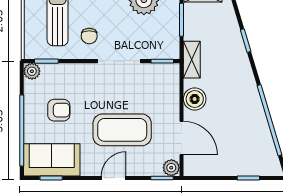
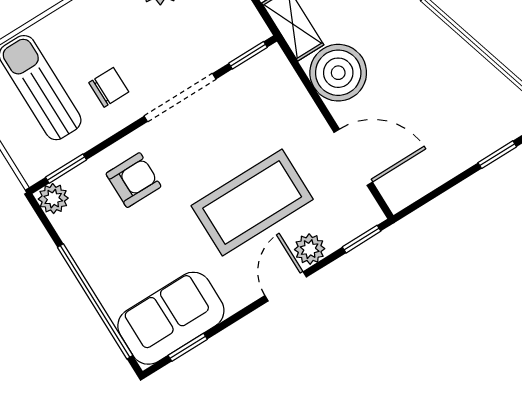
chair: (89, 36) -> (109, 87), turned -90
boiler: (195, 99) -> (338, 73), width x1.37, depth x1.37
armchair: (59, 110) -> (133, 180), moved
plant: (171, 168) -> (310, 249), moved

